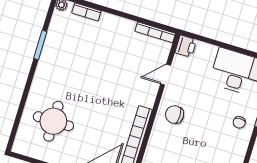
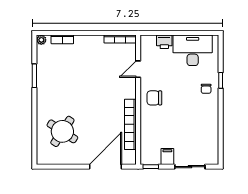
printer: (186, 46) -> (164, 42), moved, turned 90
round table: (53, 121) -> (62, 131), turned 33

